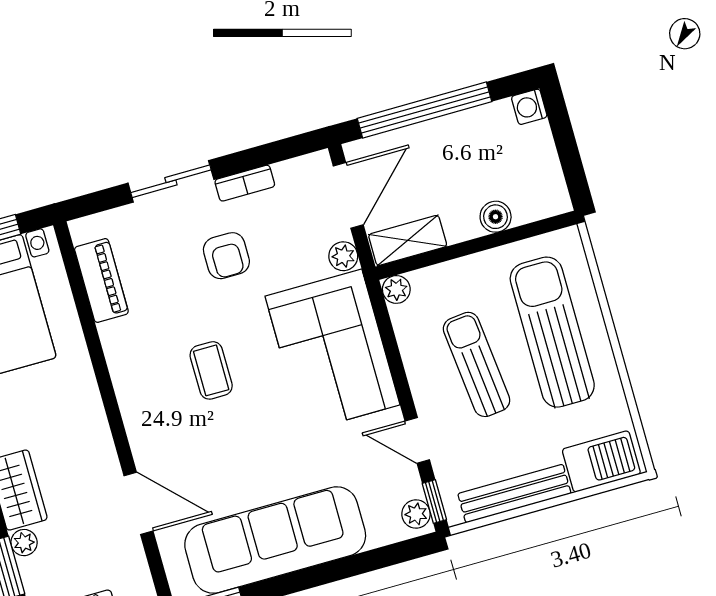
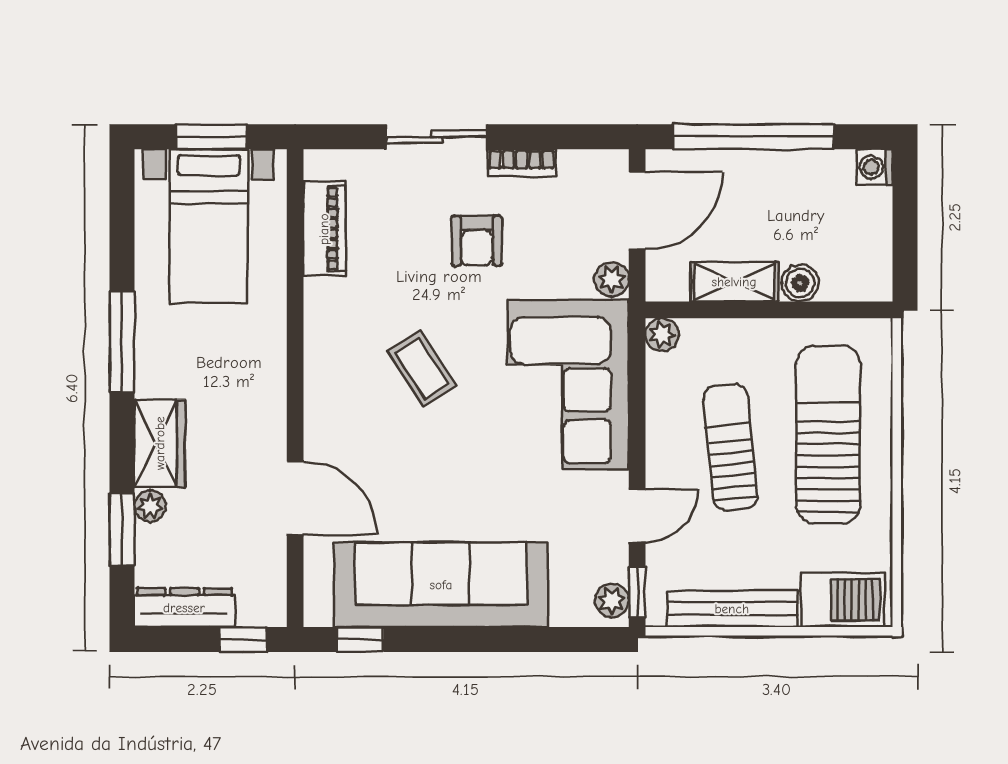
shelving: (408, 240) -> (734, 282), moved
coffee table: (211, 370) -> (422, 368), turned -33
door: (417, 440) -> (637, 516), swing flipped

